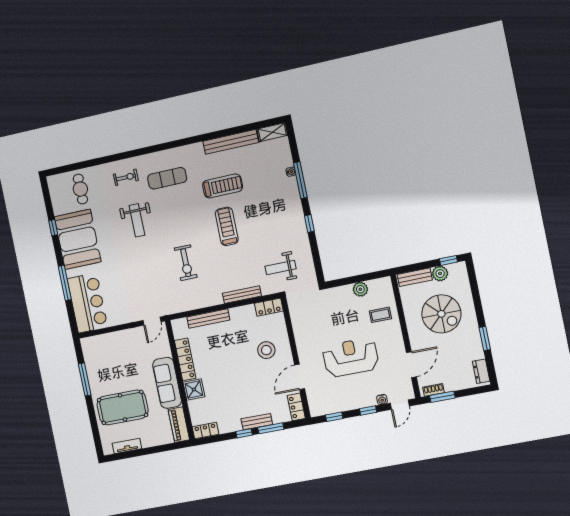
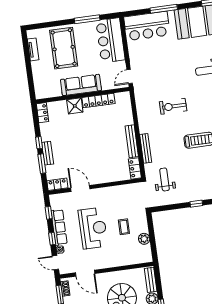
coffee table: (380, 315) -> (124, 227), moved
bench: (208, 319) -> (132, 141), moved
door: (152, 321) -> (130, 76), hinge flipped
bar counter: (109, 348) -> (111, 40), added
stool: (266, 350) -> (102, 164), removed
row of seats: (352, 402) -> (59, 227), added
piano: (179, 425) -> (48, 92), removed

